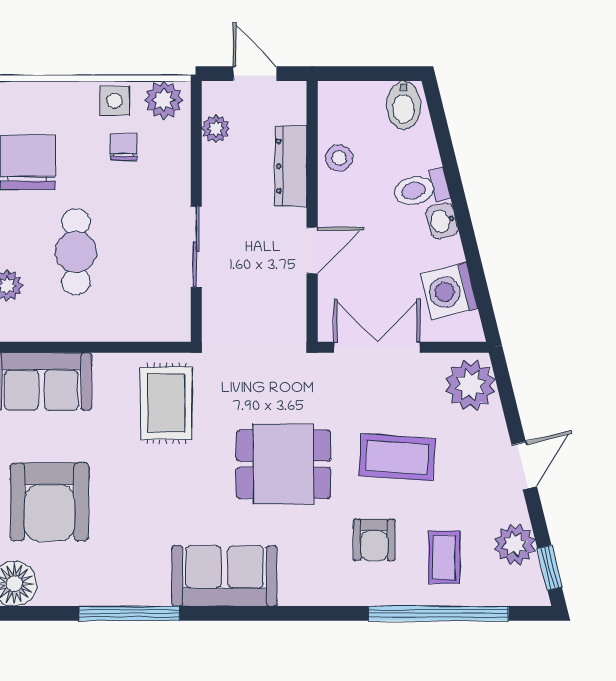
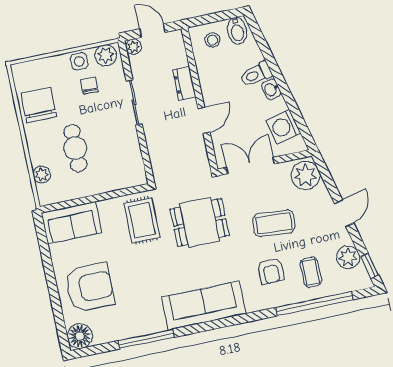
plant: (216, 129) -> (134, 47), moved
stool: (339, 158) -> (212, 40), moved
dresser: (291, 166) -> (184, 84), width x0.70
sliding door: (196, 247) -> (134, 102), moved
dining table: (283, 464) -> (200, 222), moved
armchair: (49, 502) -> (90, 287), turned -90
sofa: (224, 576) -> (204, 305), width x1.36

